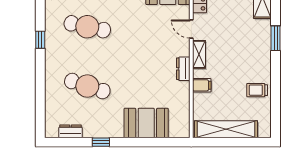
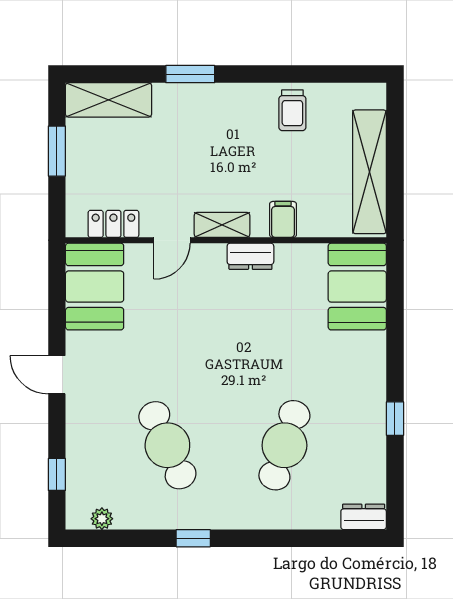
cafe table: (87, 27) -> (167, 445), turned -36
booth: (146, 123) -> (357, 287), moved
dresser: (70, 131) -> (364, 517), moved, turned 90

